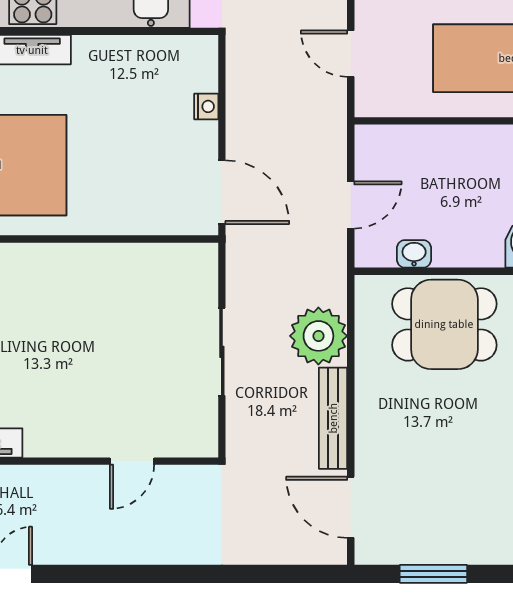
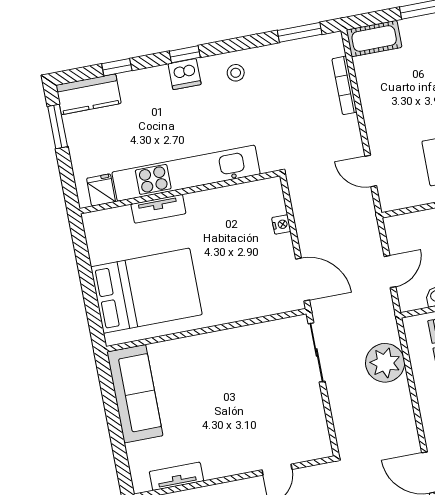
sliding door: (222, 352) -> (317, 352), moved
bench: (333, 418) -> (405, 416), removed

